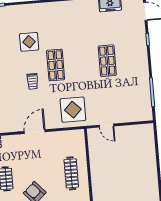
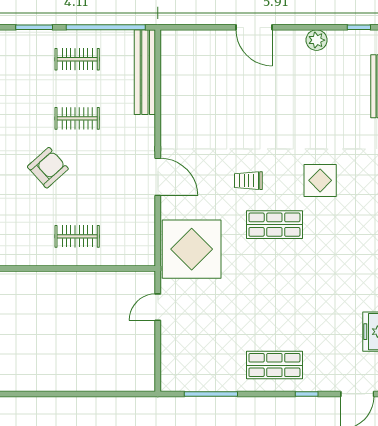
shop shelf: (107, 61) -> (274, 365), moved
display table: (73, 110) -> (192, 249), width x1.36, depth x1.36
clothes rail: (71, 173) -> (77, 236), width x0.73

